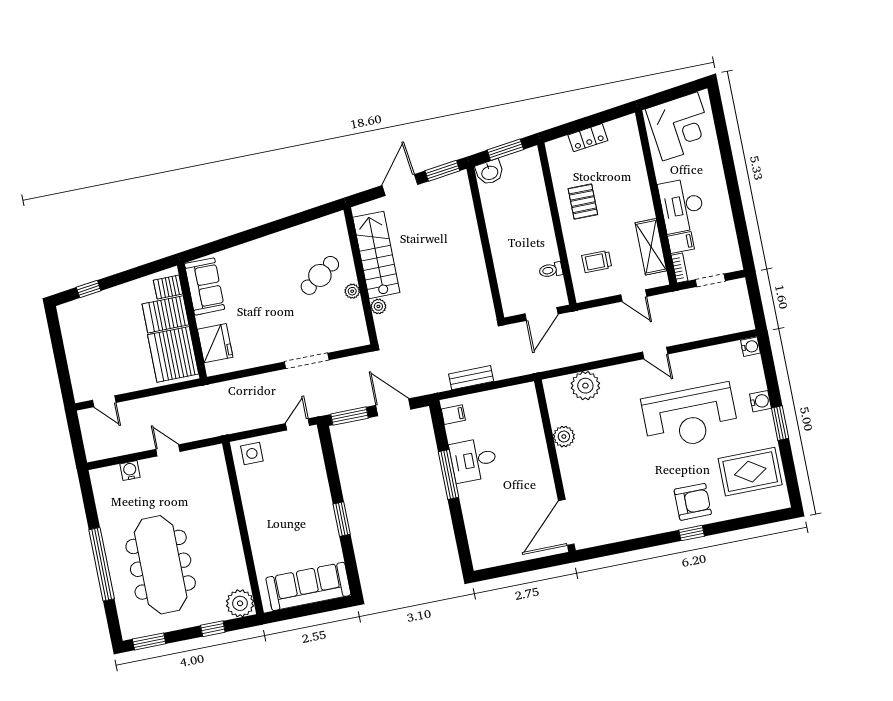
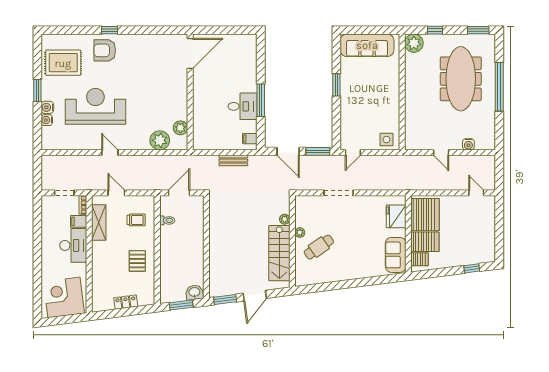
water cooler: (750, 347) -> (47, 120), moved
plant: (564, 437) -> (180, 128), moved

